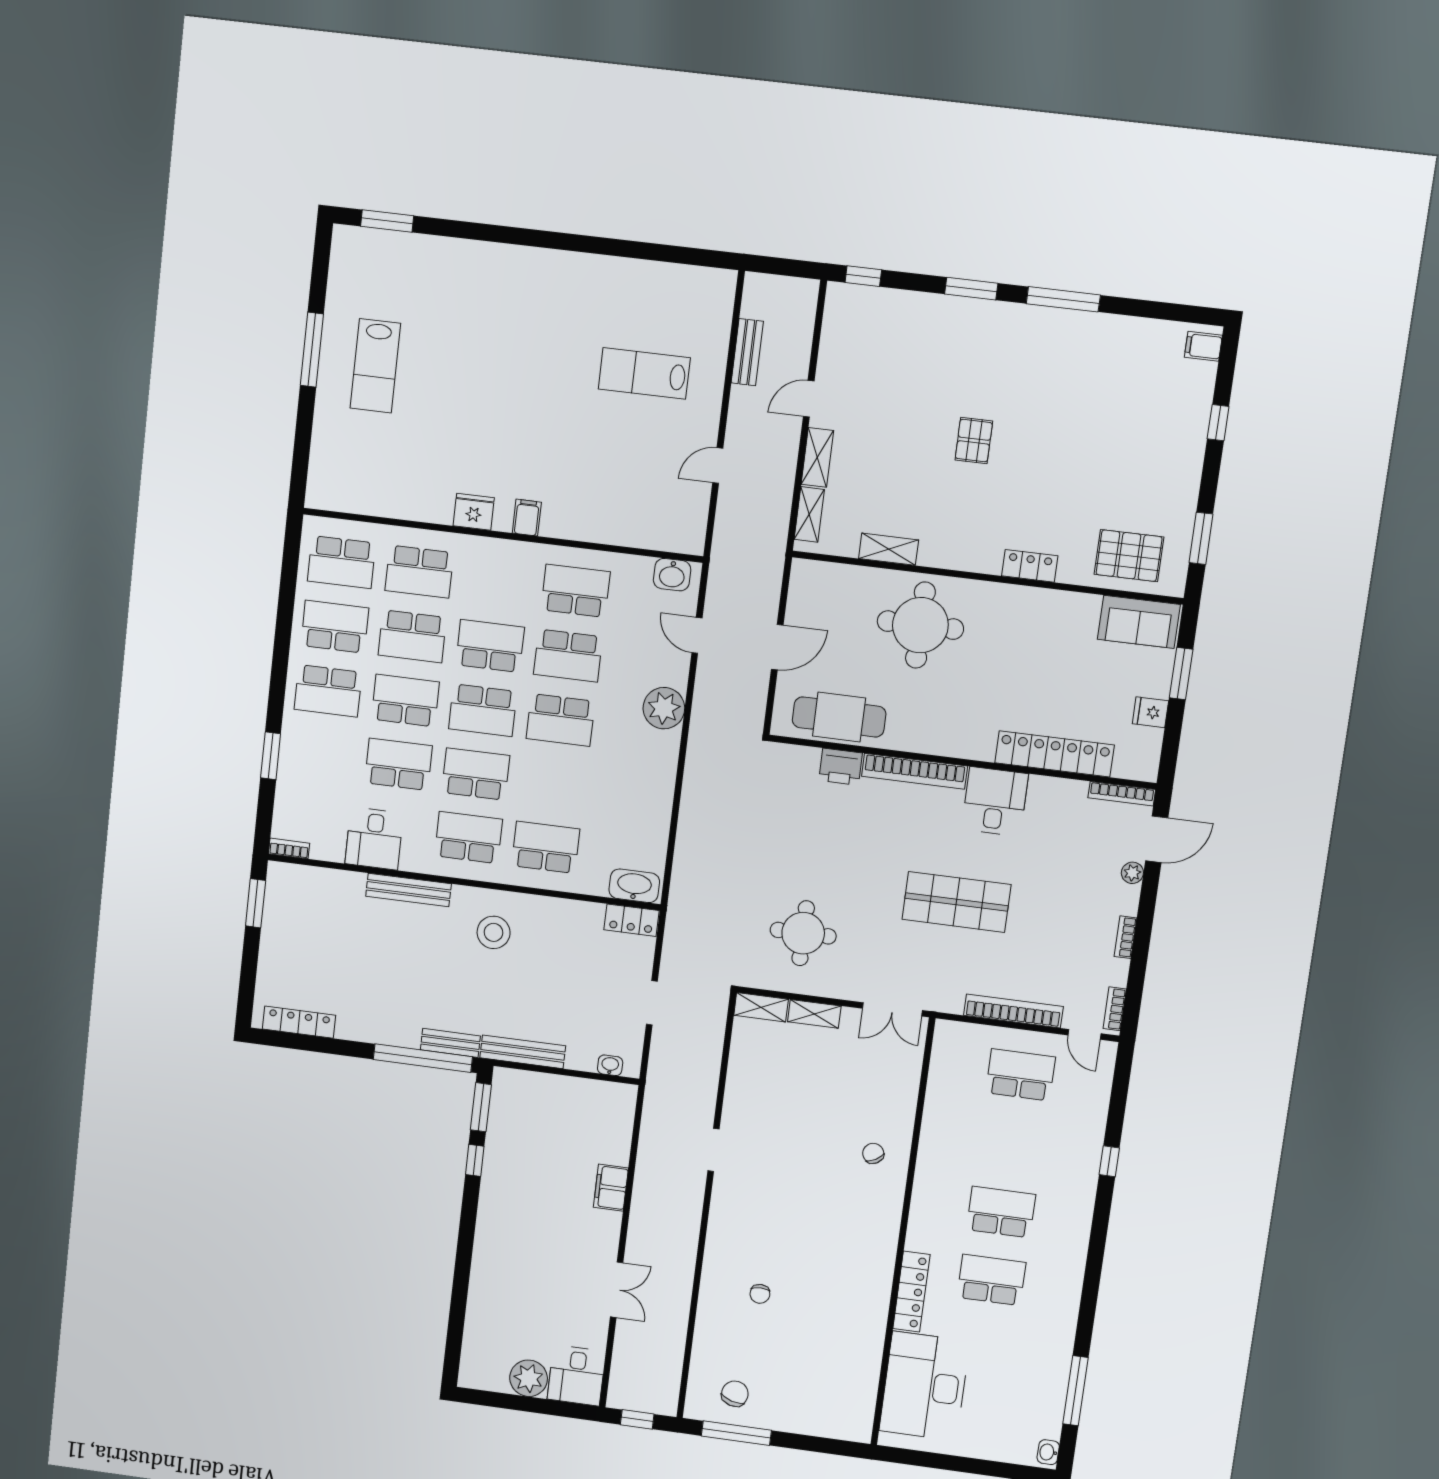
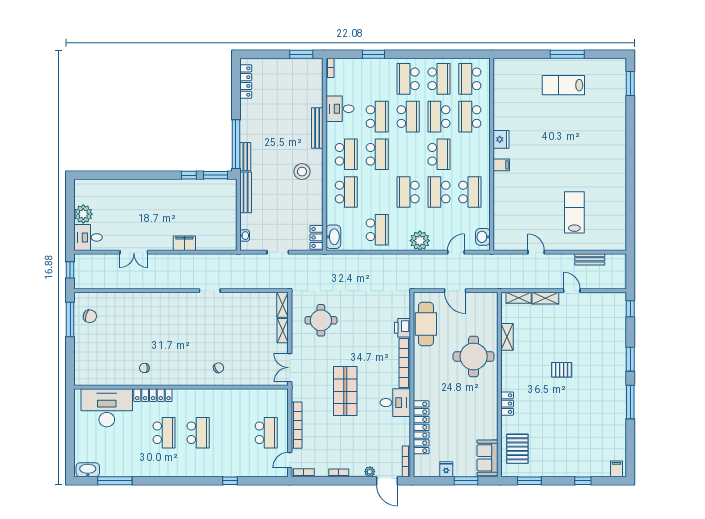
school desk: (483, 710) -> (377, 230), moved, turned 180
chair: (760, 1294) -> (144, 368), moved
washbasin: (1048, 1452) -> (88, 470), width x1.91, depth x1.45

